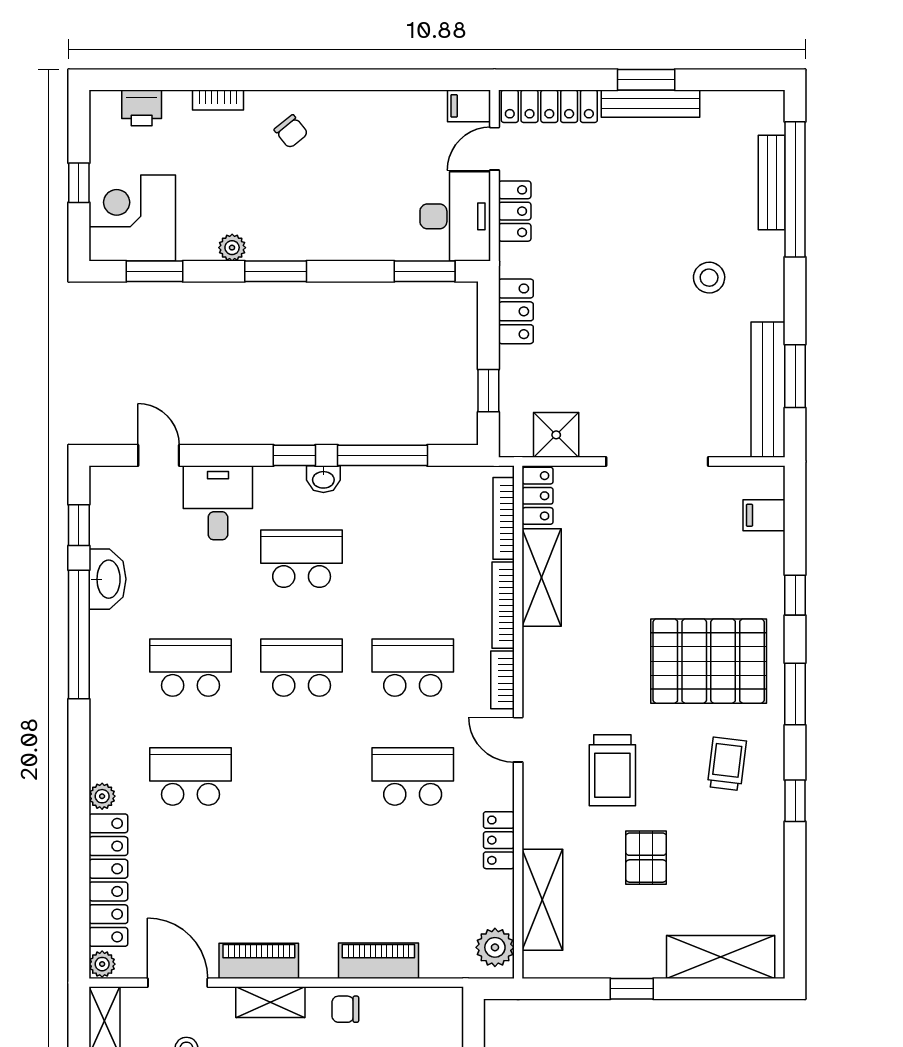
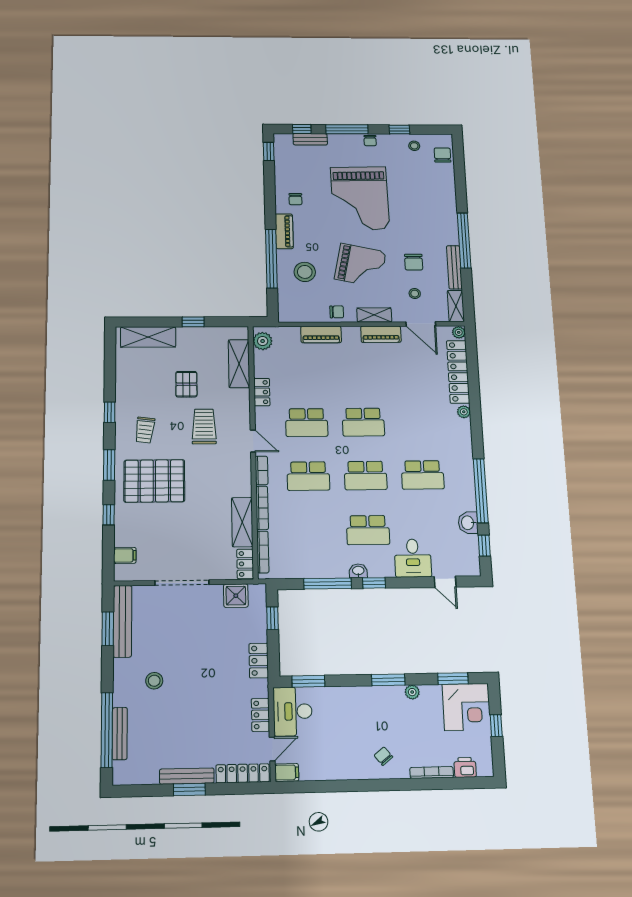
bookcase: (218, 100) -> (432, 772), width x1.56
washbasin: (107, 579) -> (468, 523), width x0.72
school desk: (190, 776) -> (363, 422), moved

